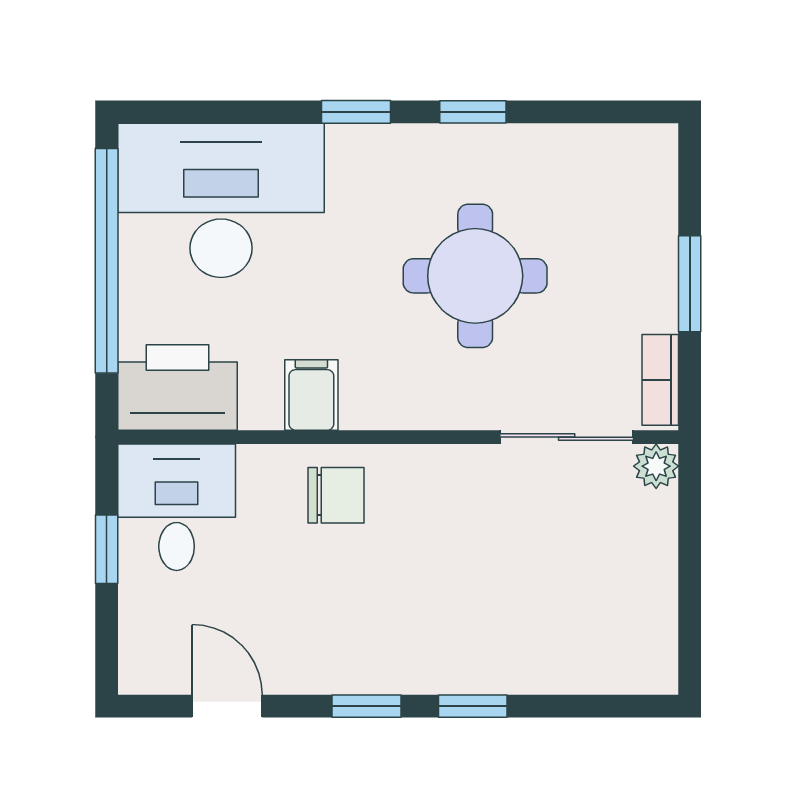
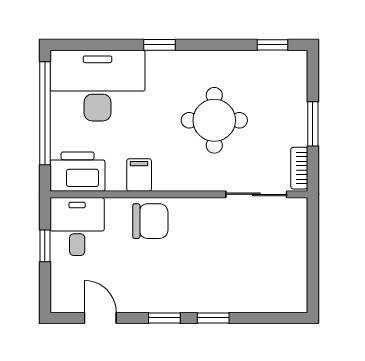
window: (473, 112) -> (273, 45), moved
plant: (656, 466) -> (297, 208), removed
chair: (336, 495) -> (150, 221), width x1.37, depth x1.37

